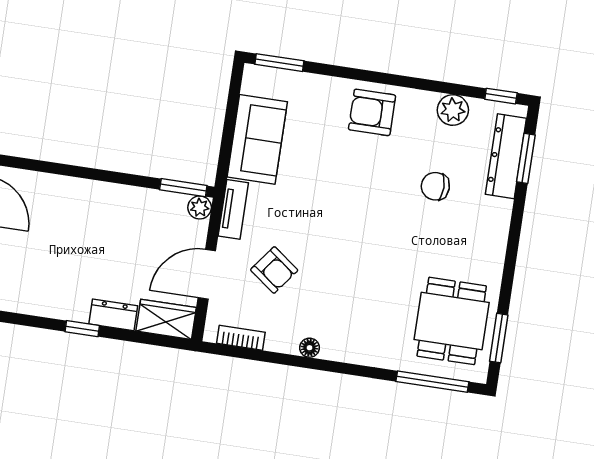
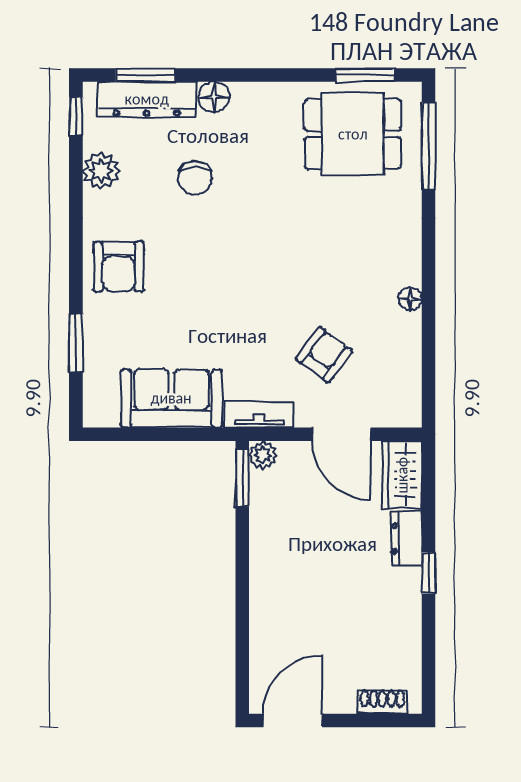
window: (279, 63) -> (76, 343), moved
floor lamp: (499, 212) -> (214, 97), added
bookcase: (241, 338) -> (411, 382), removed

